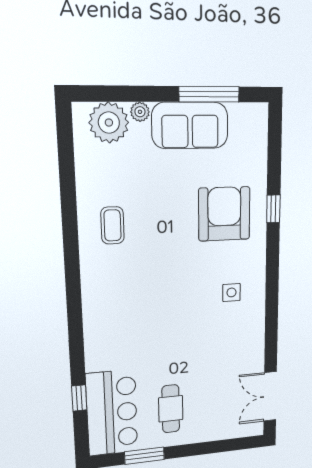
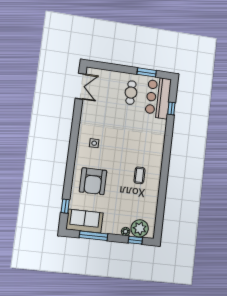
window: (115, 94) -> (135, 240), added
sofa: (190, 125) -> (85, 221), moved
window: (273, 209) -> (65, 206), moved
coffee table: (112, 225) -> (139, 175), moved

